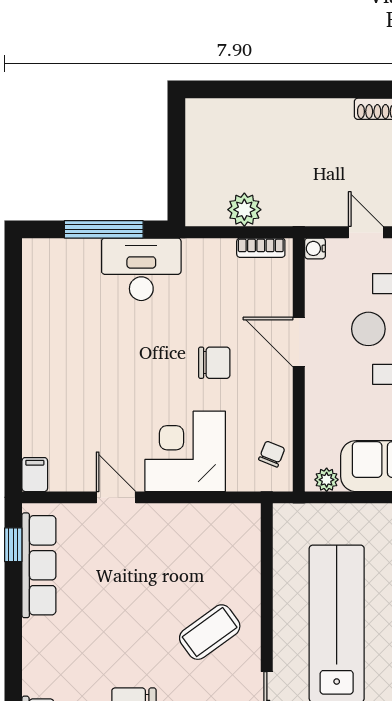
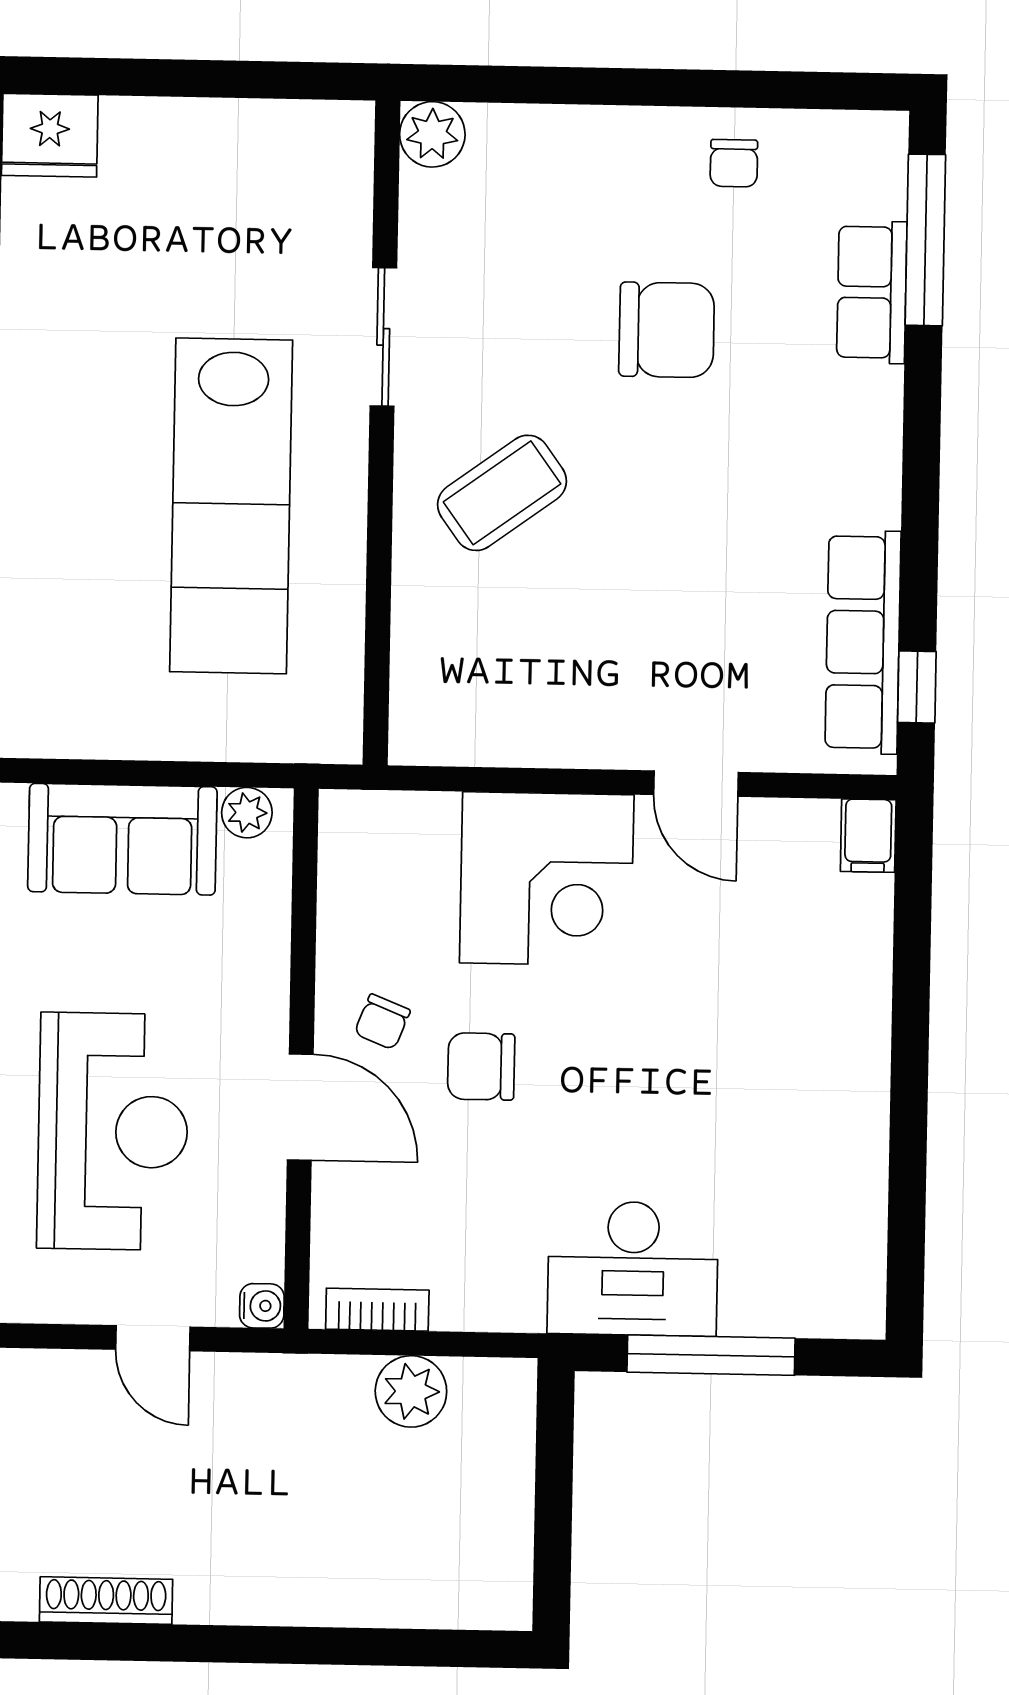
chair: (272, 454) -> (382, 1022), moved

